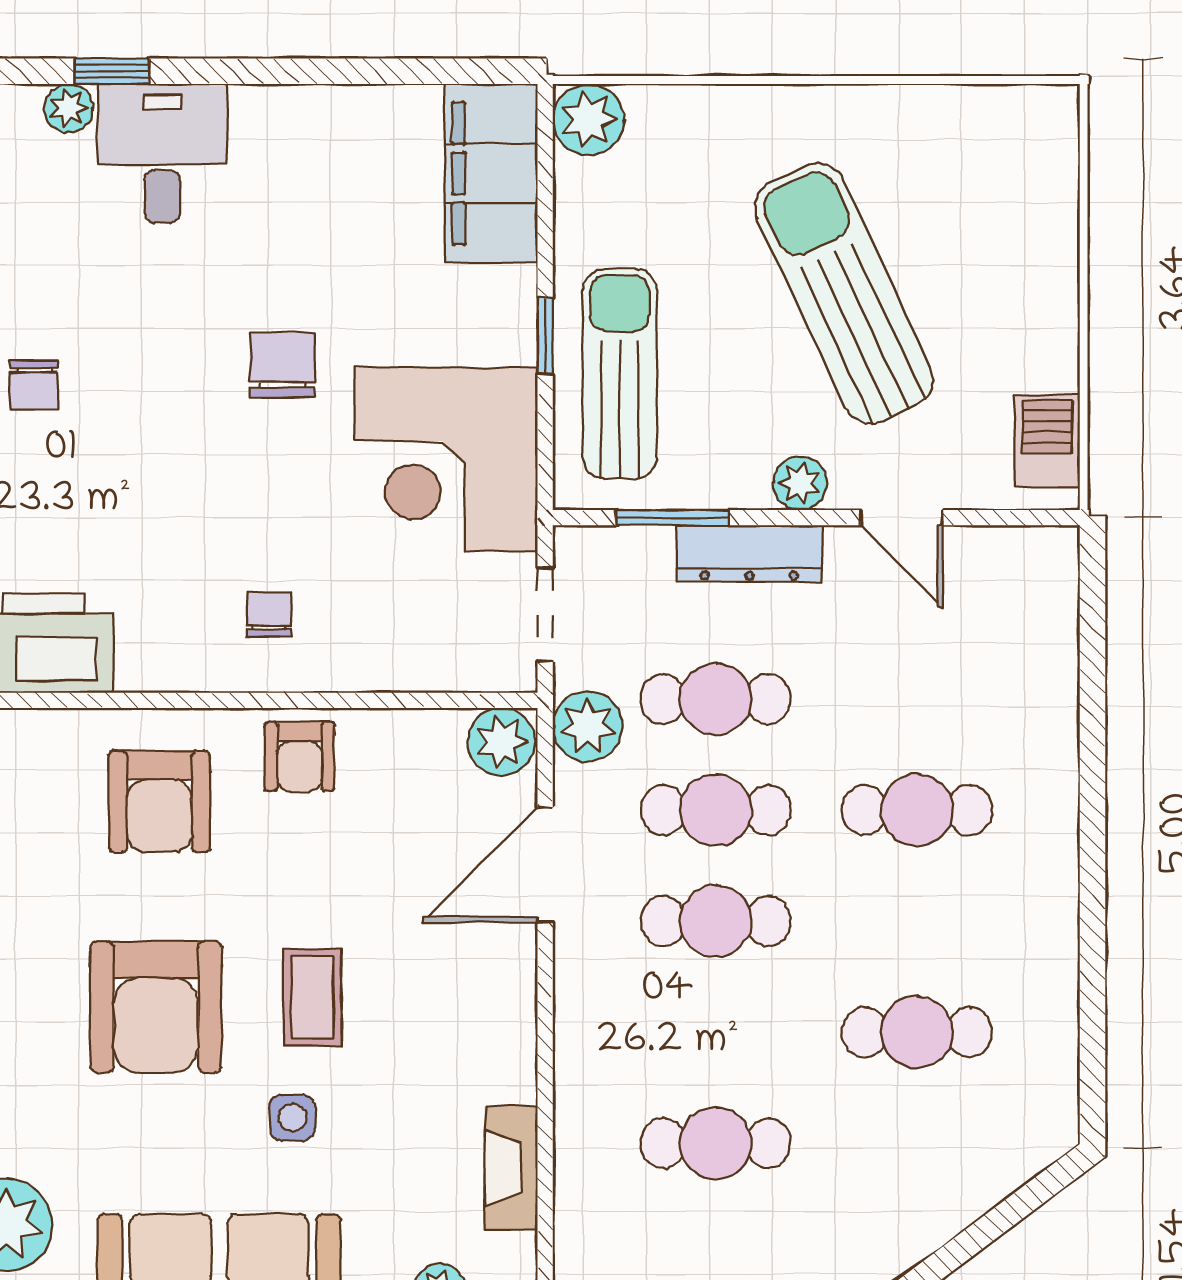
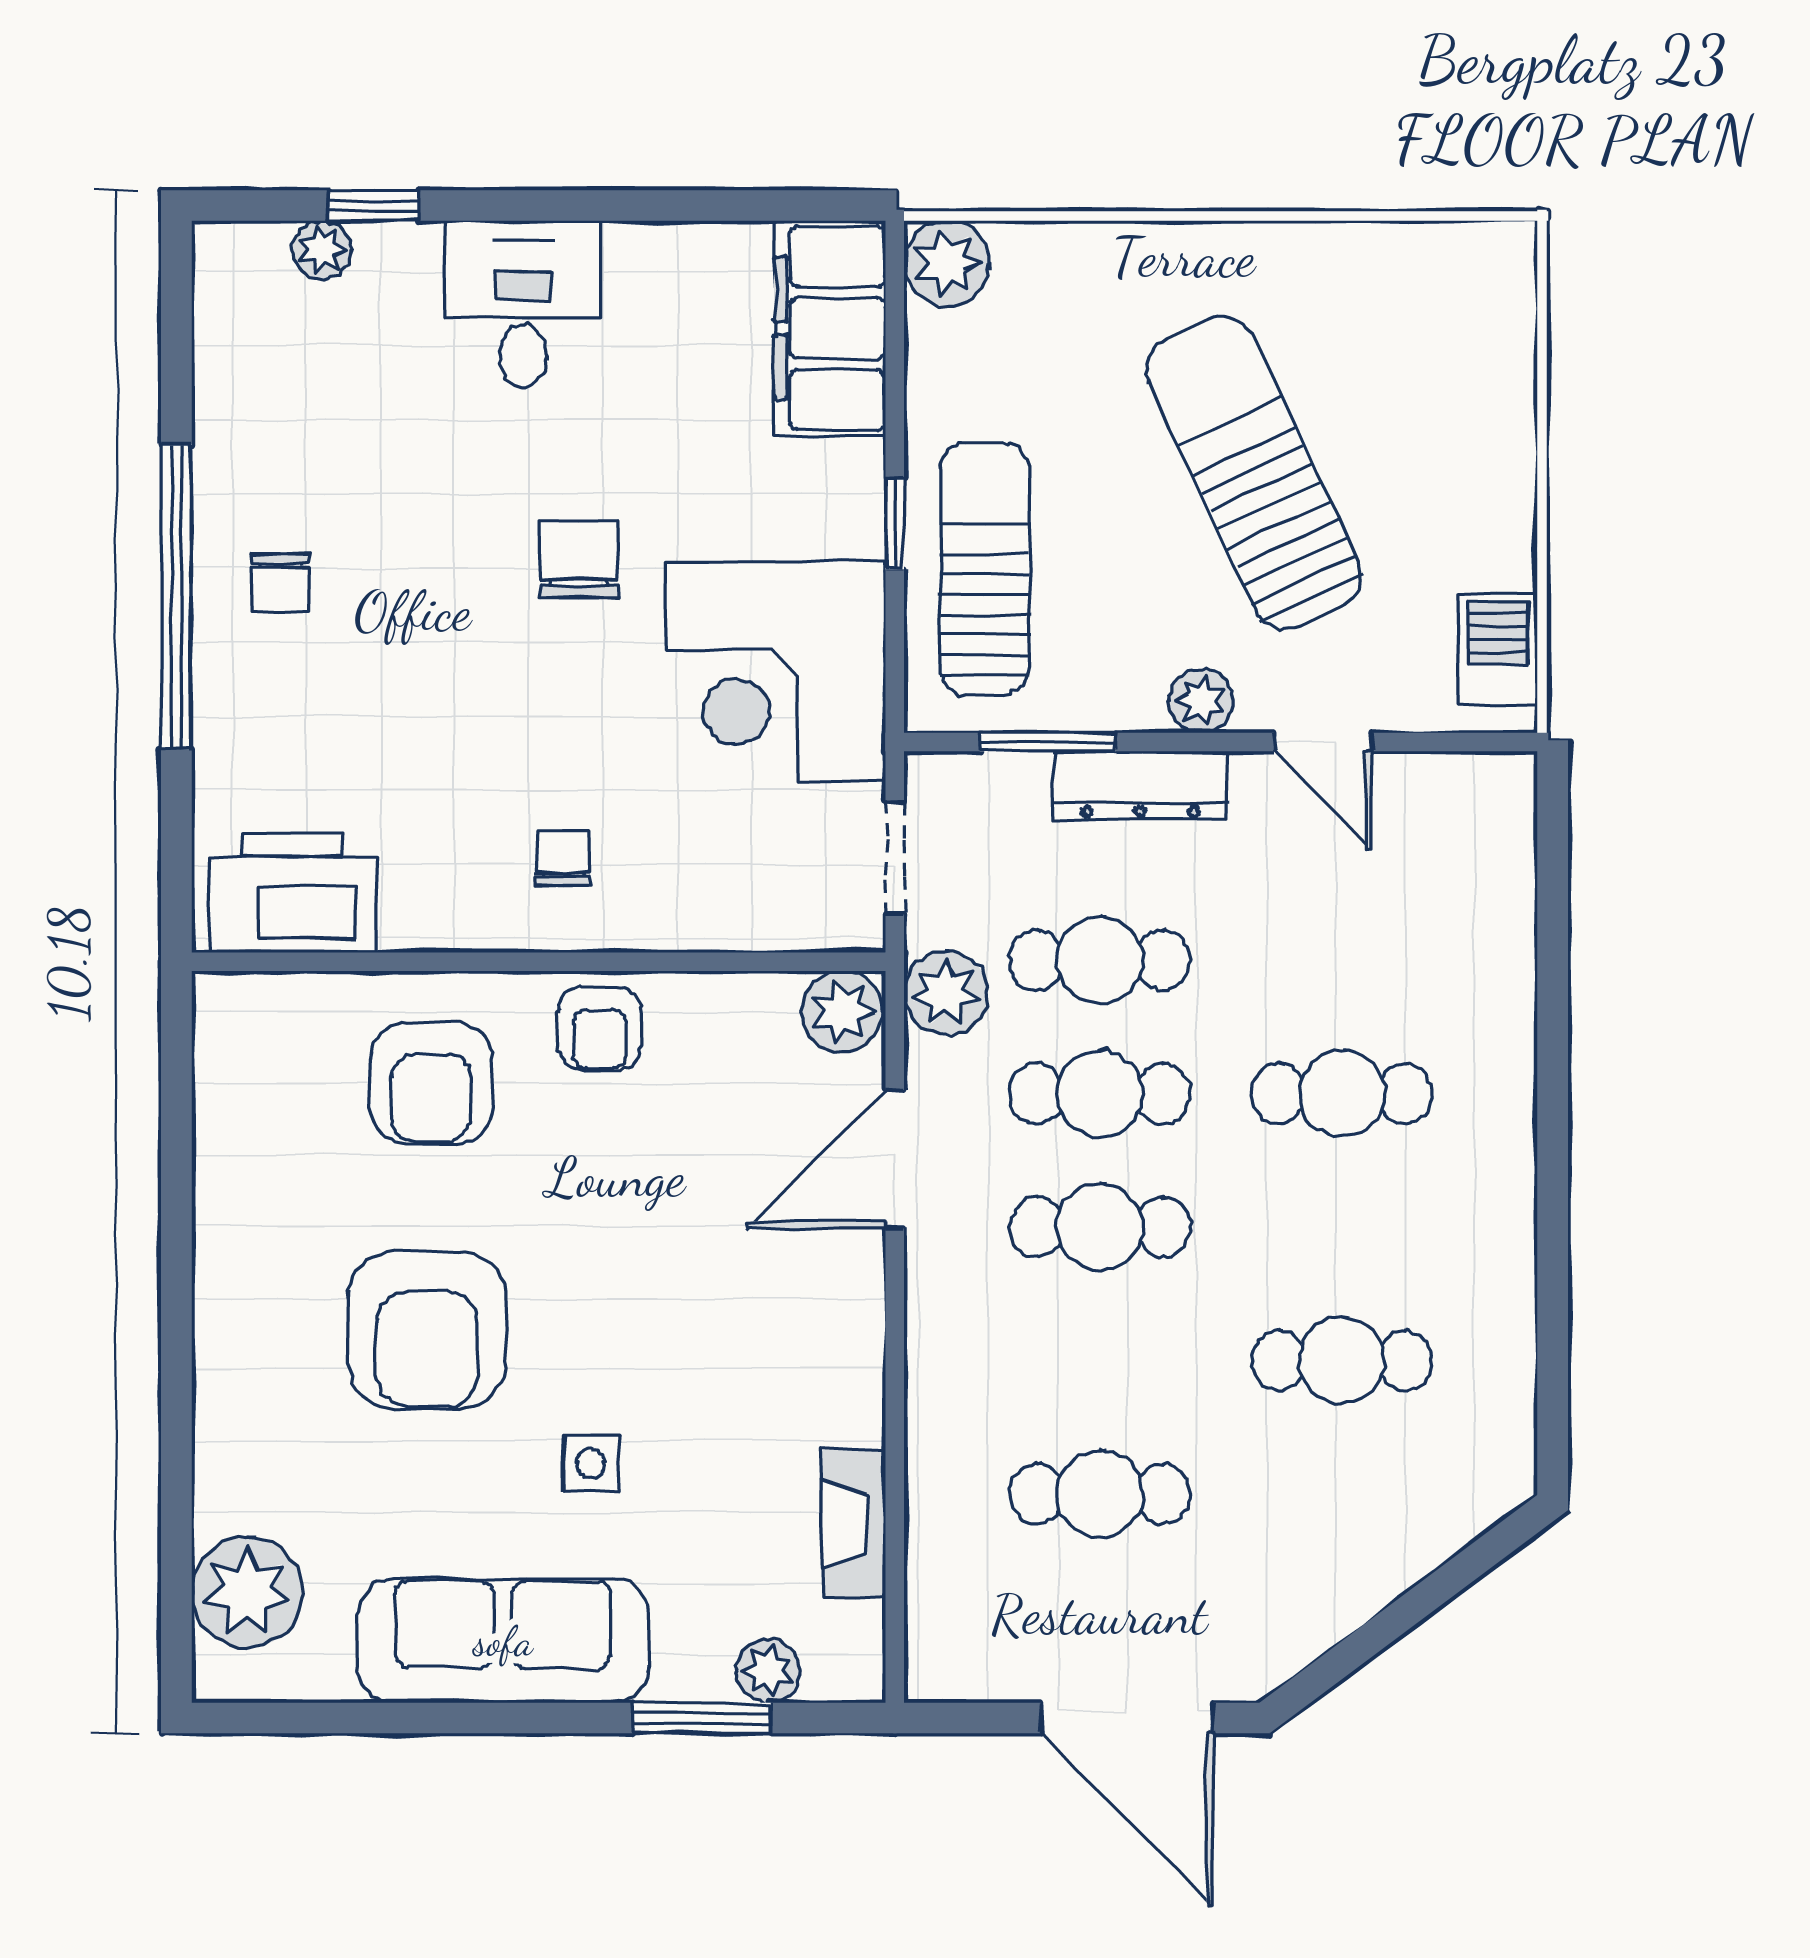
desk: (162, 153) -> (523, 304), moved
coffee table: (312, 998) -> (615, 1319), removed

